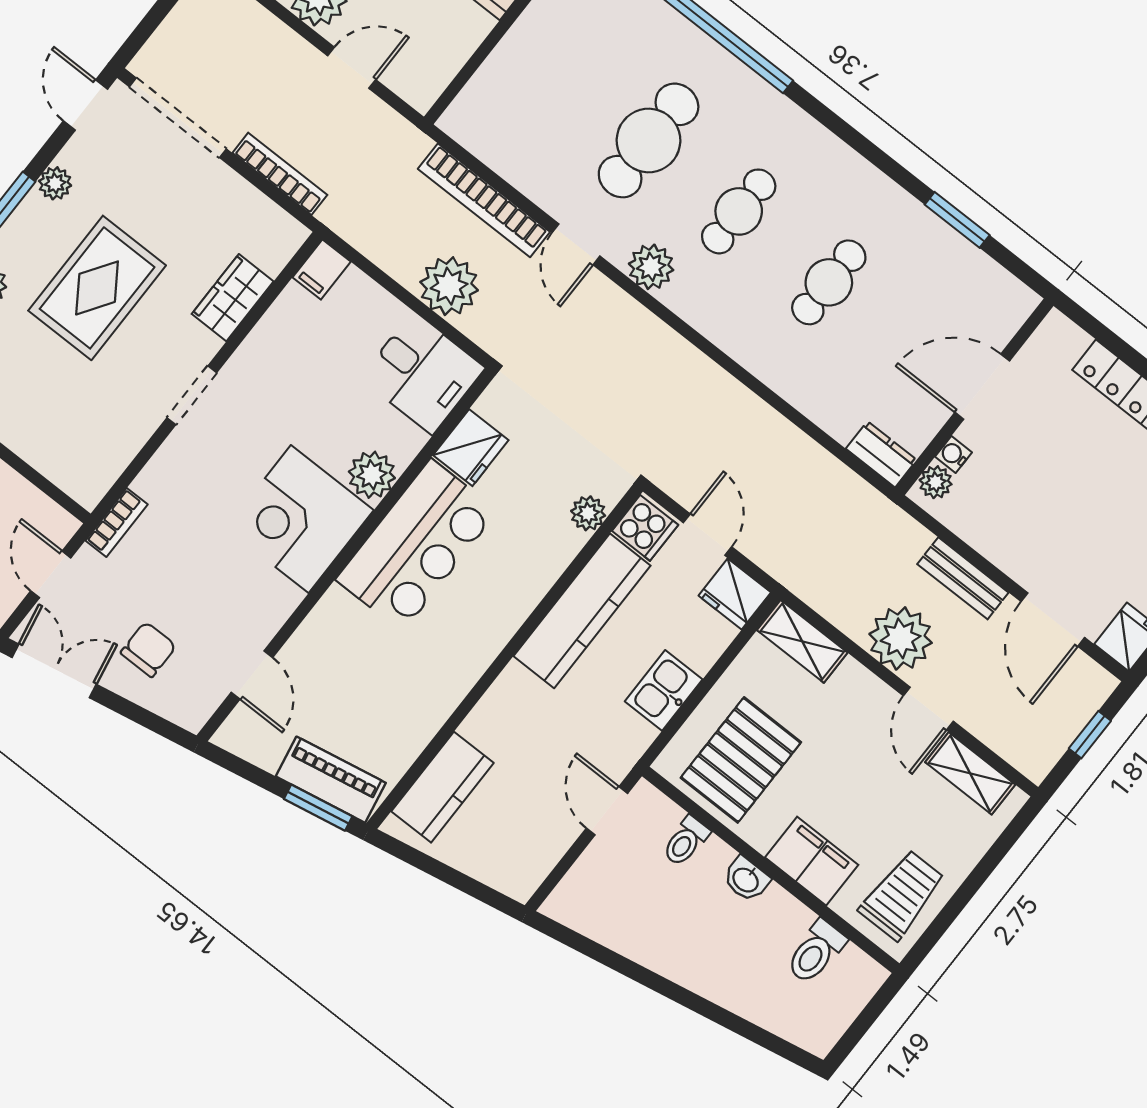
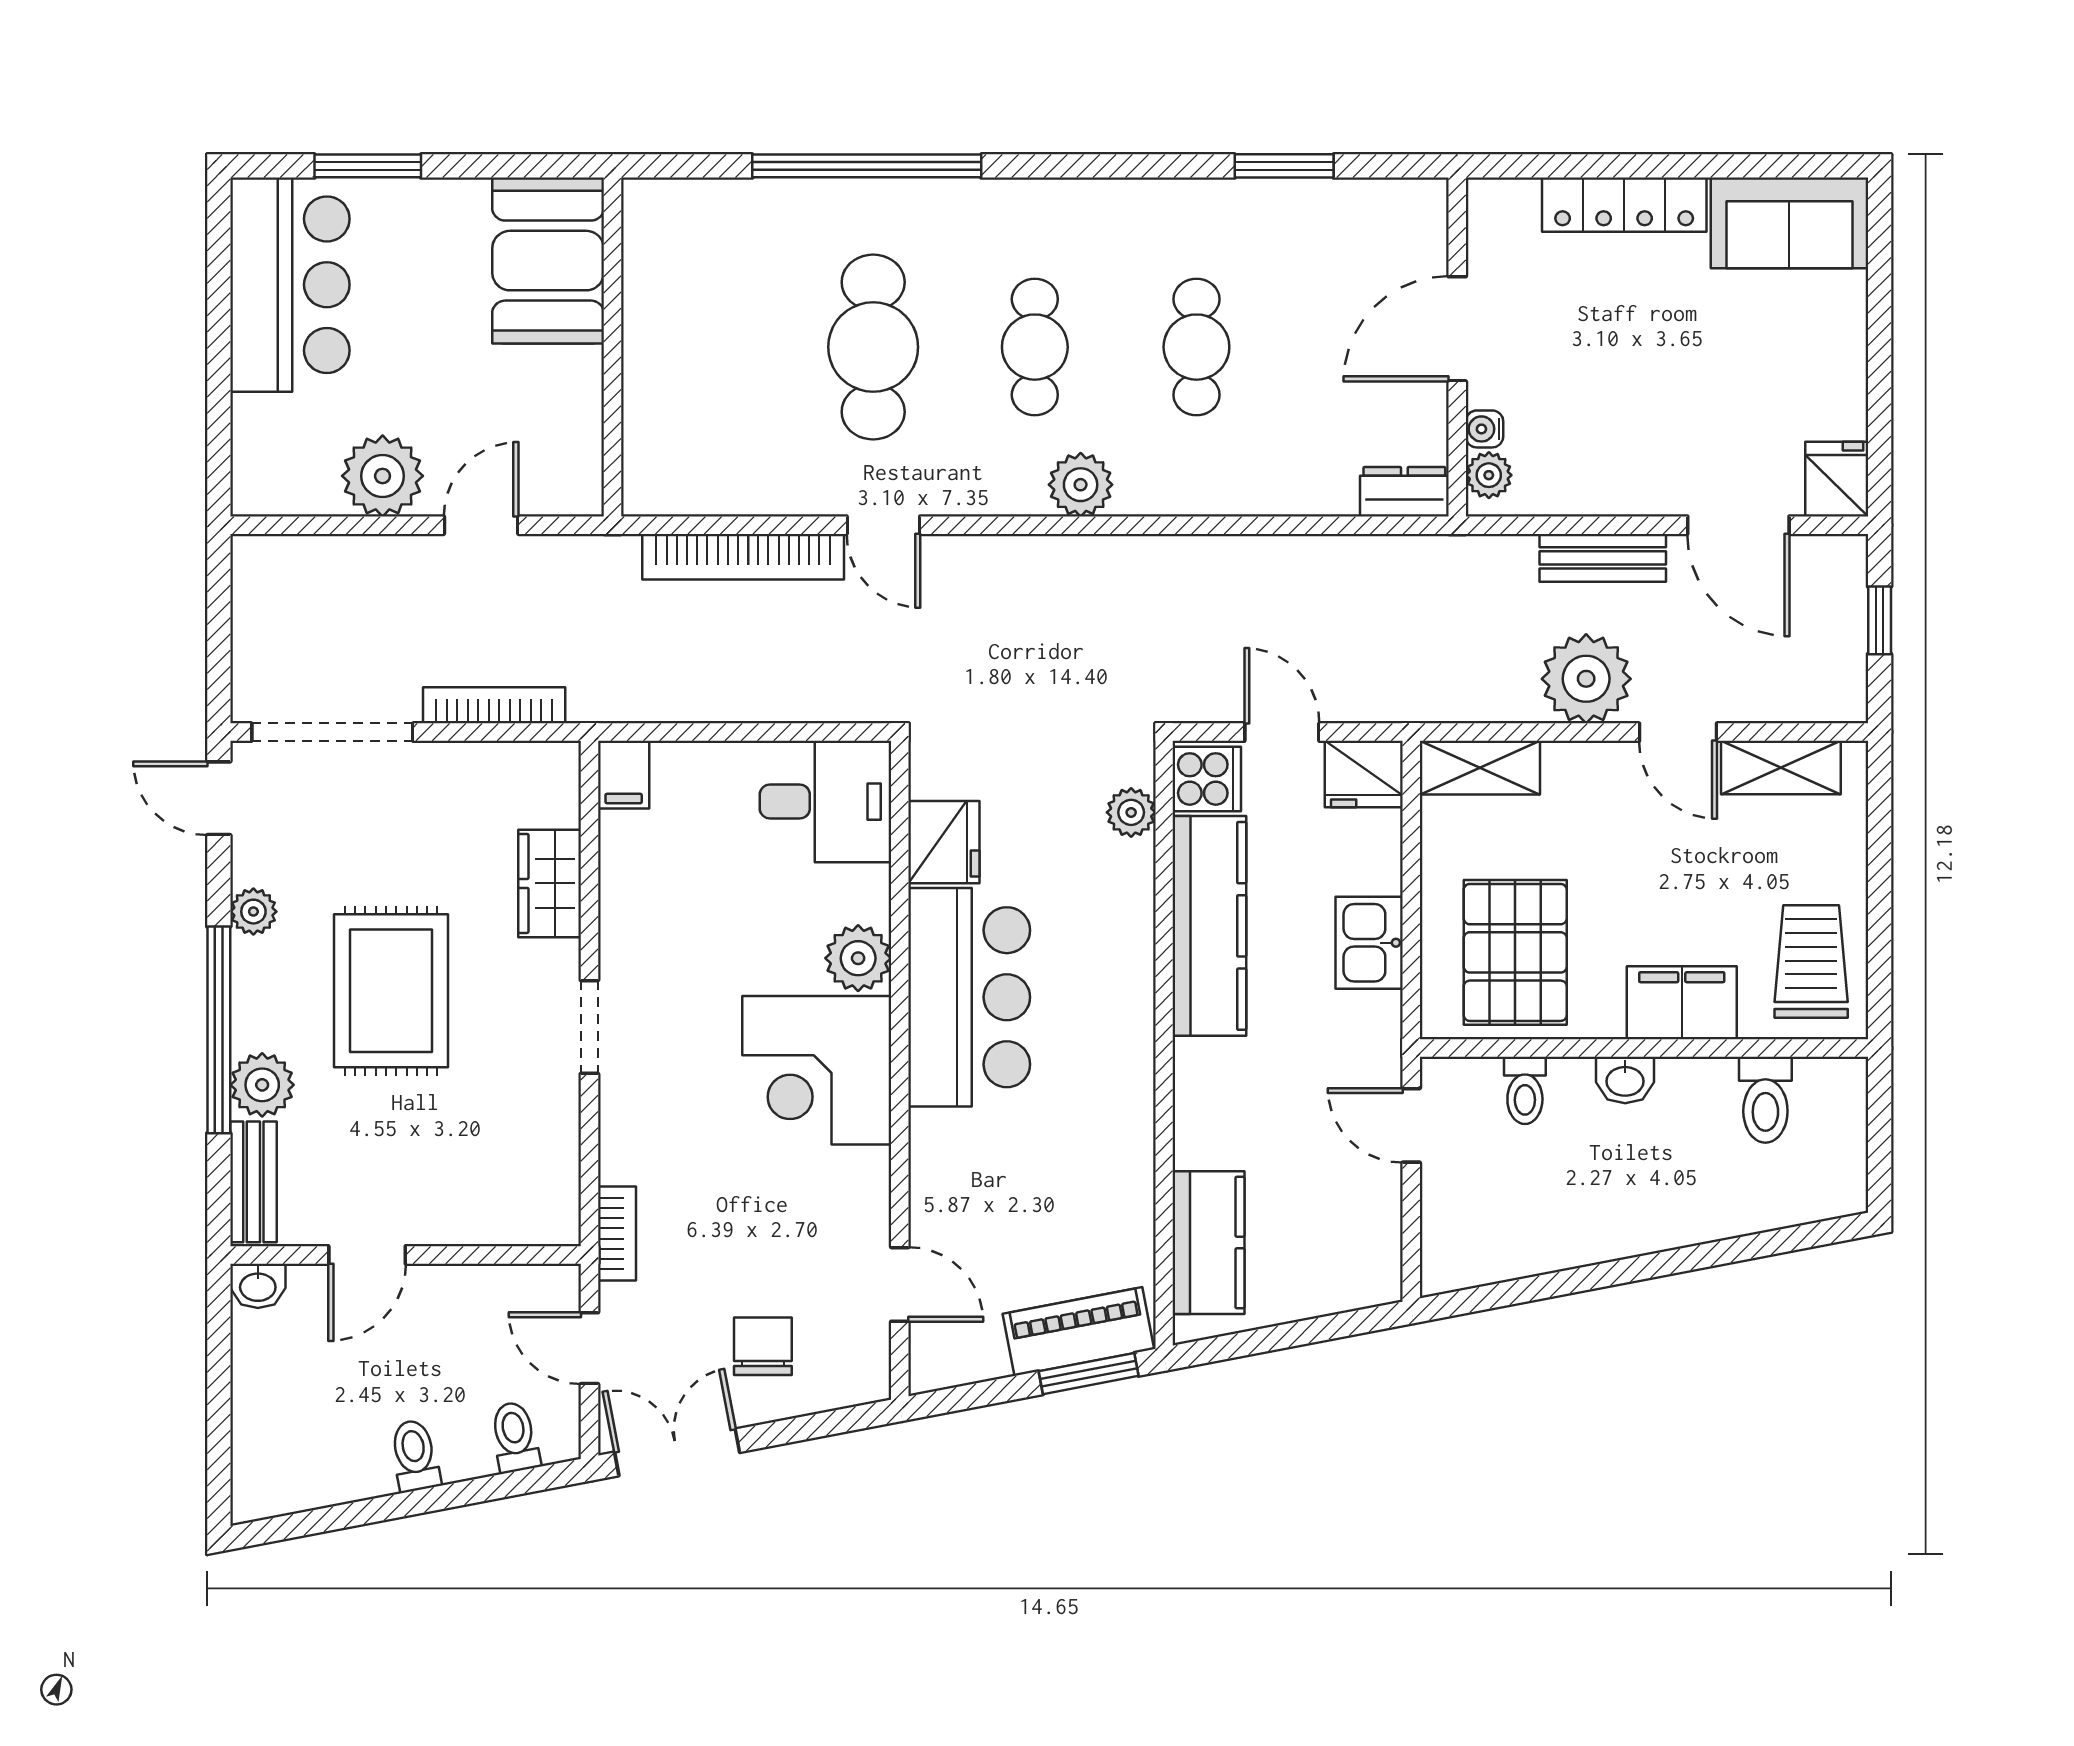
plant: (651, 267) -> (1081, 485), moved
plant: (449, 286) -> (779, 682), removed

